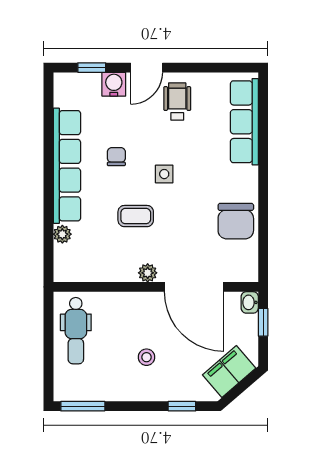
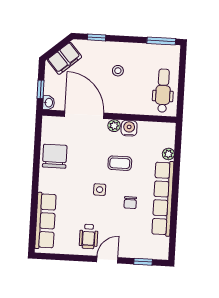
water cooler: (114, 84) -> (129, 128), moved, turned 180

